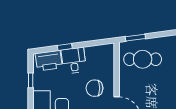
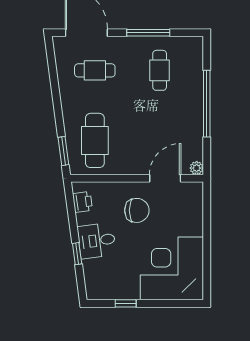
printer: (49, 61) -> (82, 202), moved, width x0.53, depth x0.68
chair: (94, 88) -> (137, 210), turned -90

